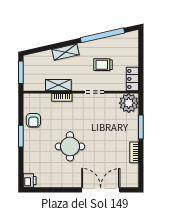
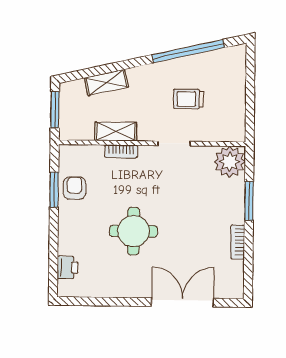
shelving: (66, 52) -> (106, 82), moved
locker: (132, 79) -> (236, 123), removed
armchair: (33, 120) -> (75, 188), turned 180
window: (21, 136) -> (54, 190), moved
printer: (30, 181) -> (68, 268), moved

